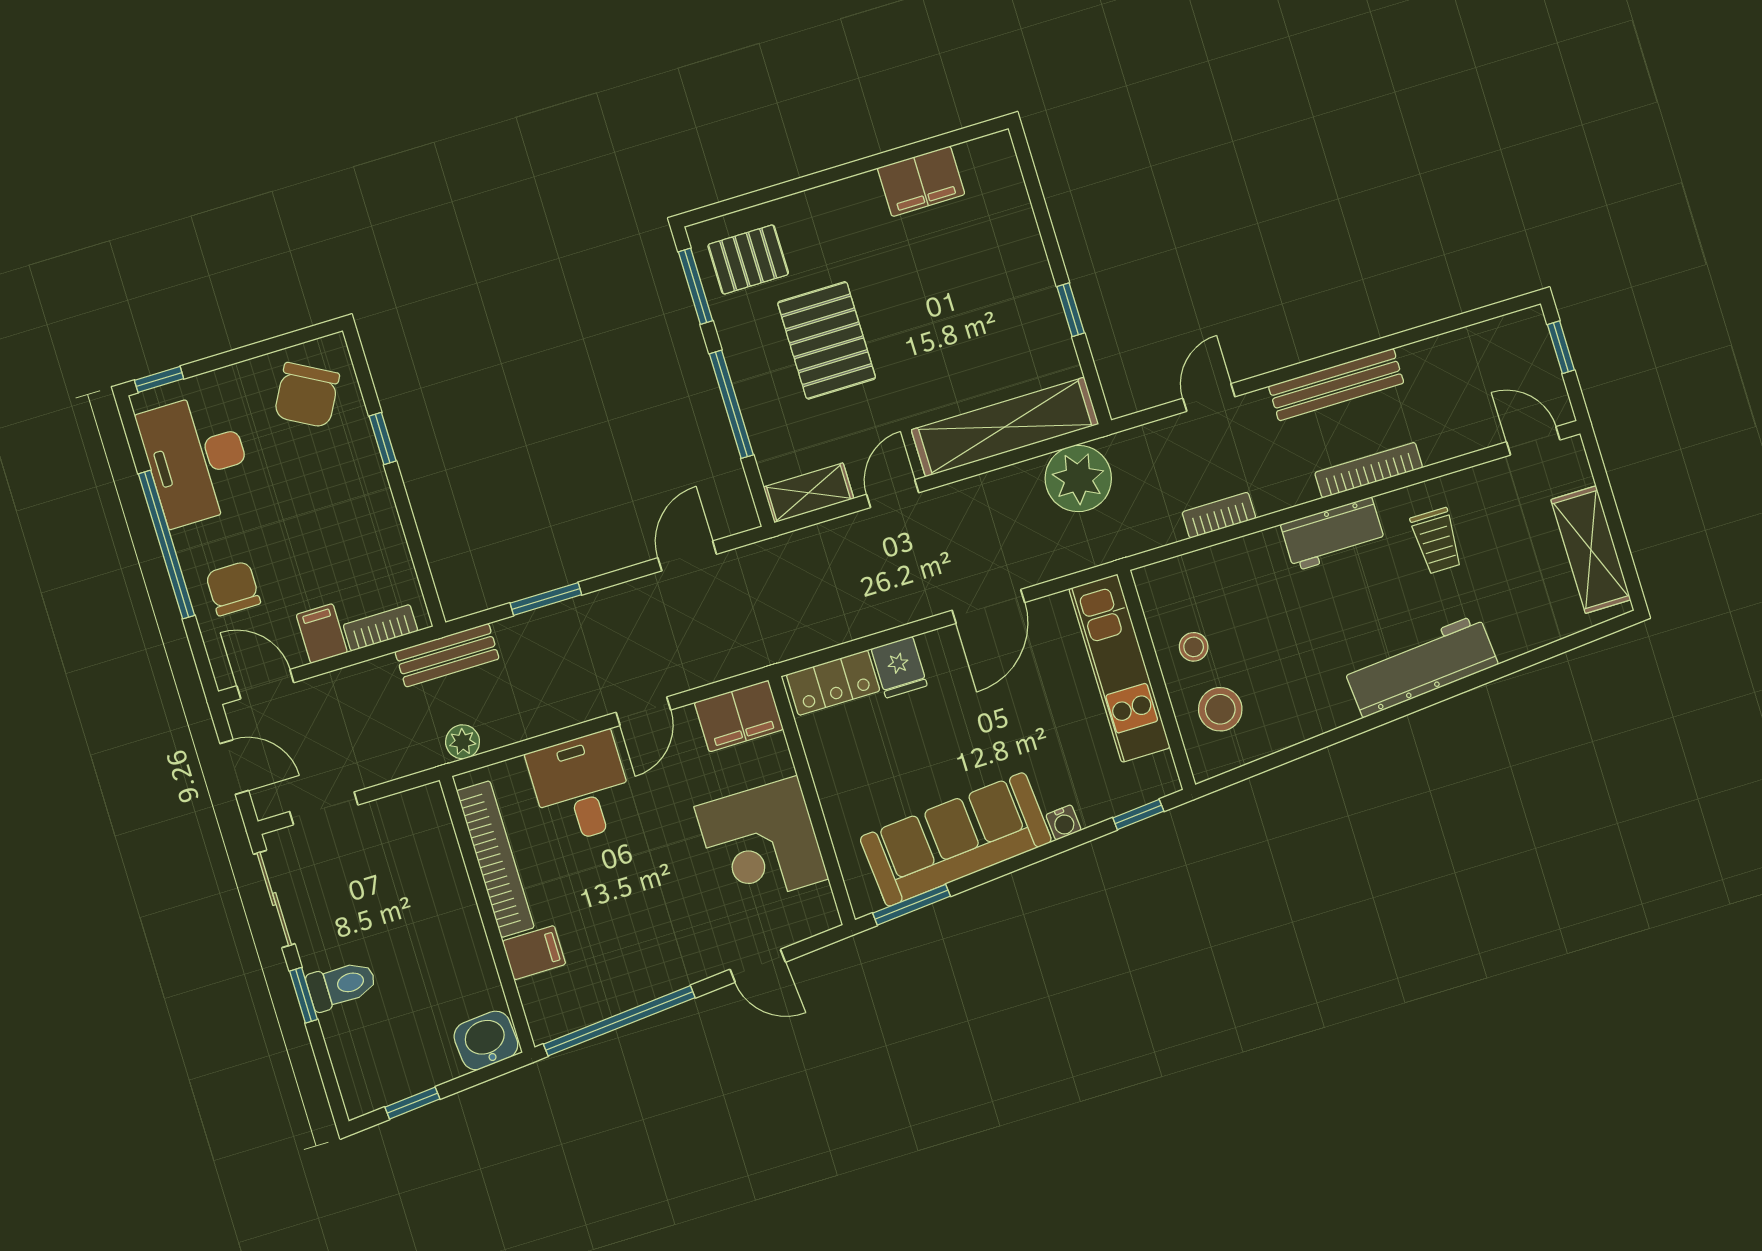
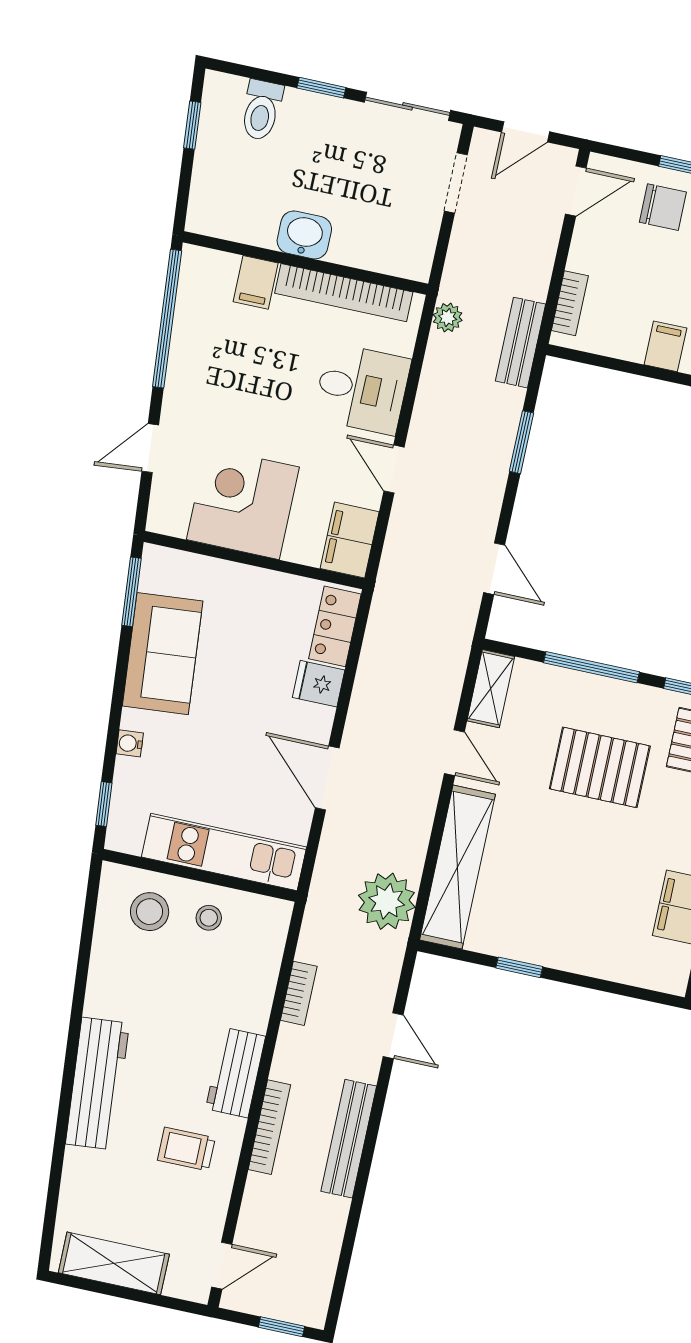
filing cabinet: (322, 633) -> (665, 346), moved, turned -90
sofa: (956, 839) -> (163, 654), width x0.73
toilet: (342, 985) -> (261, 110), moved
washbasin: (486, 1040) -> (304, 235), moved, turned -85

